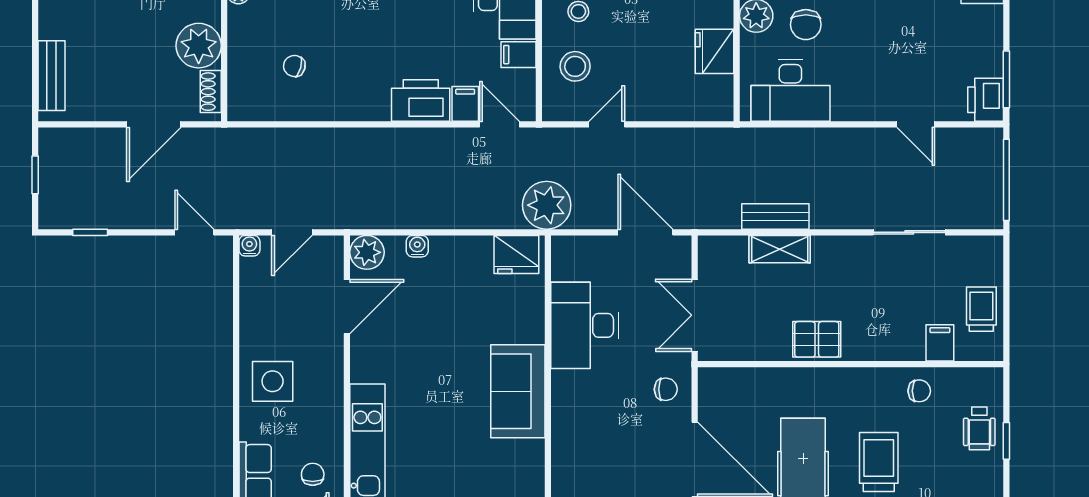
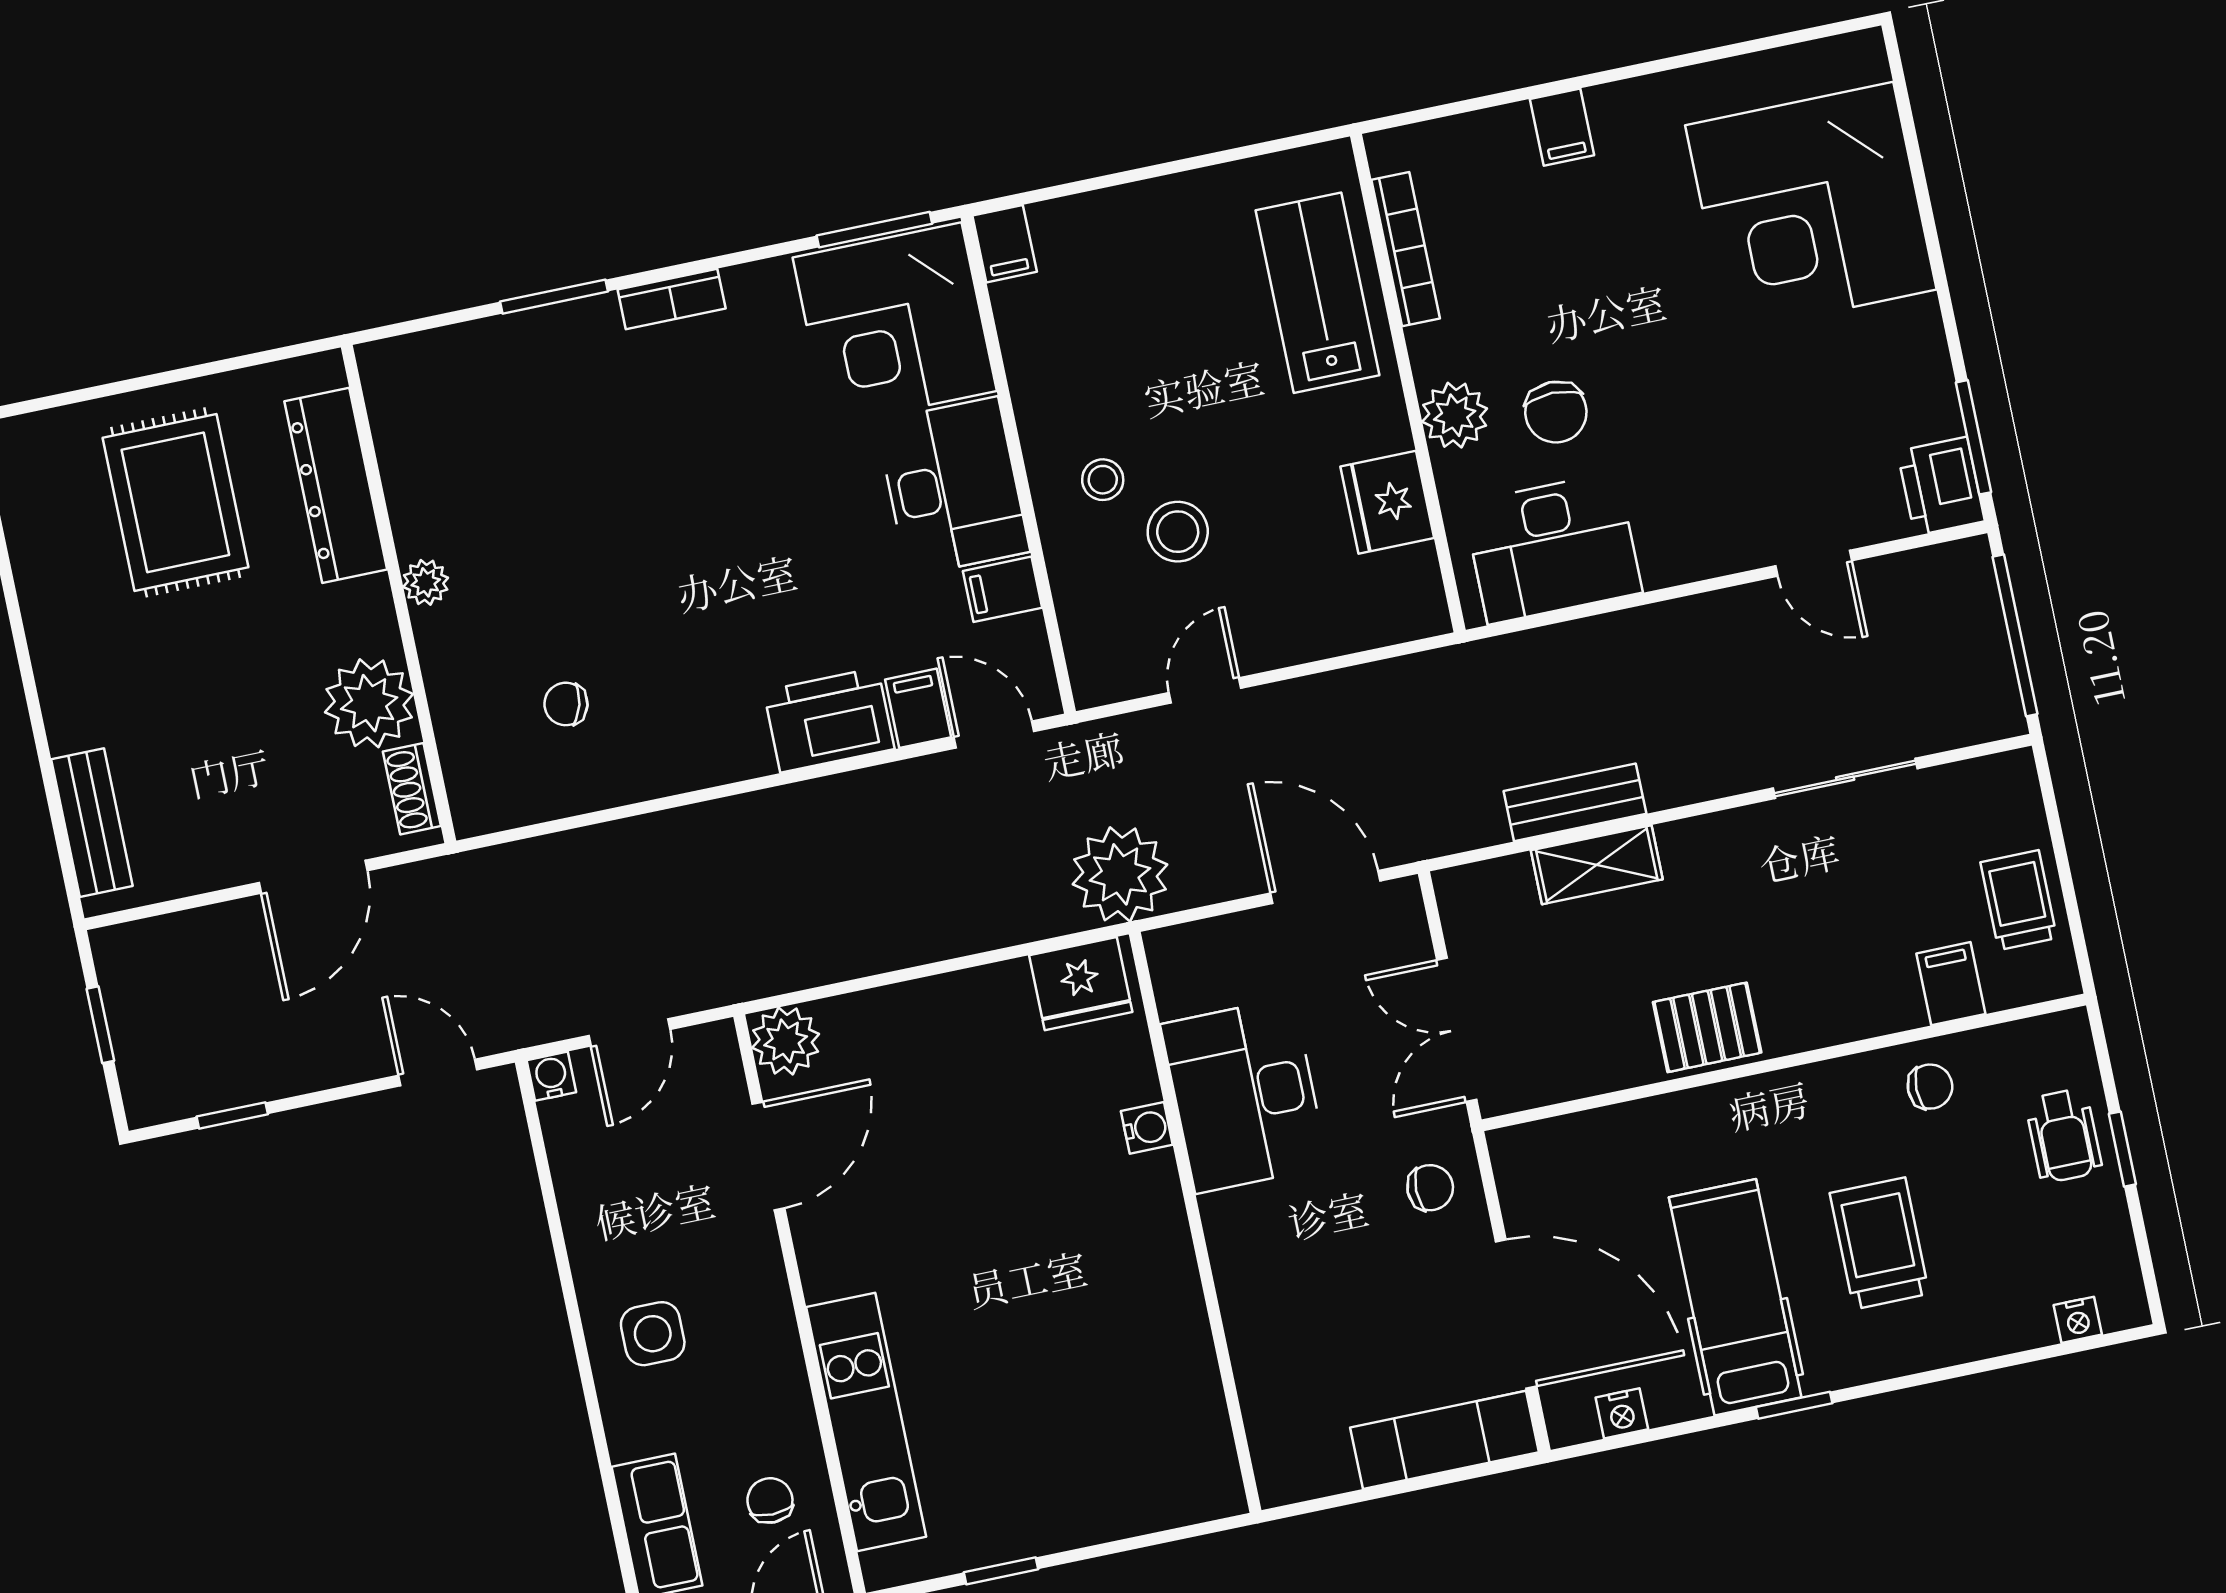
stool: (575, 66) -> (1178, 532), moved
water cooler: (417, 246) -> (1147, 1128), moved, turned 90
side table: (273, 381) -> (653, 1334), width x0.73, depth x0.73
sofa: (518, 391) -> (1140, 1253), removed

